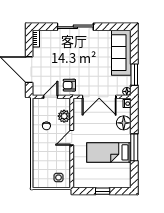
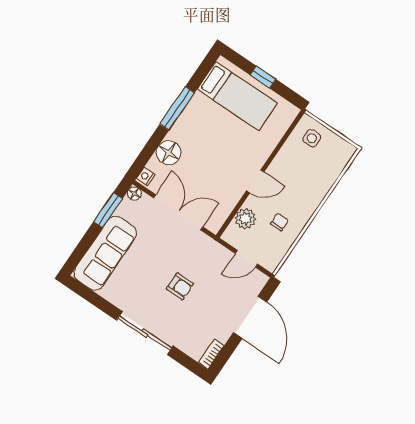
armchair: (69, 85) -> (180, 286), moved
bed: (109, 152) -> (237, 96), moved

